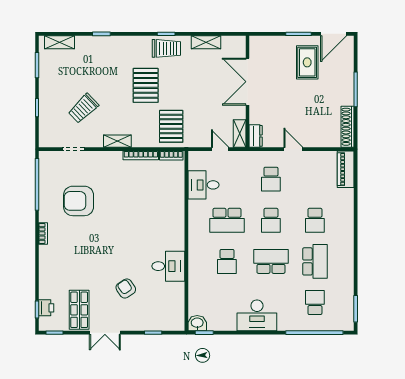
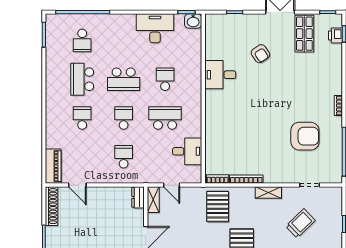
door: (293, 149) -> (77, 185), moved
desk: (257, 315) -> (155, 28), moved

